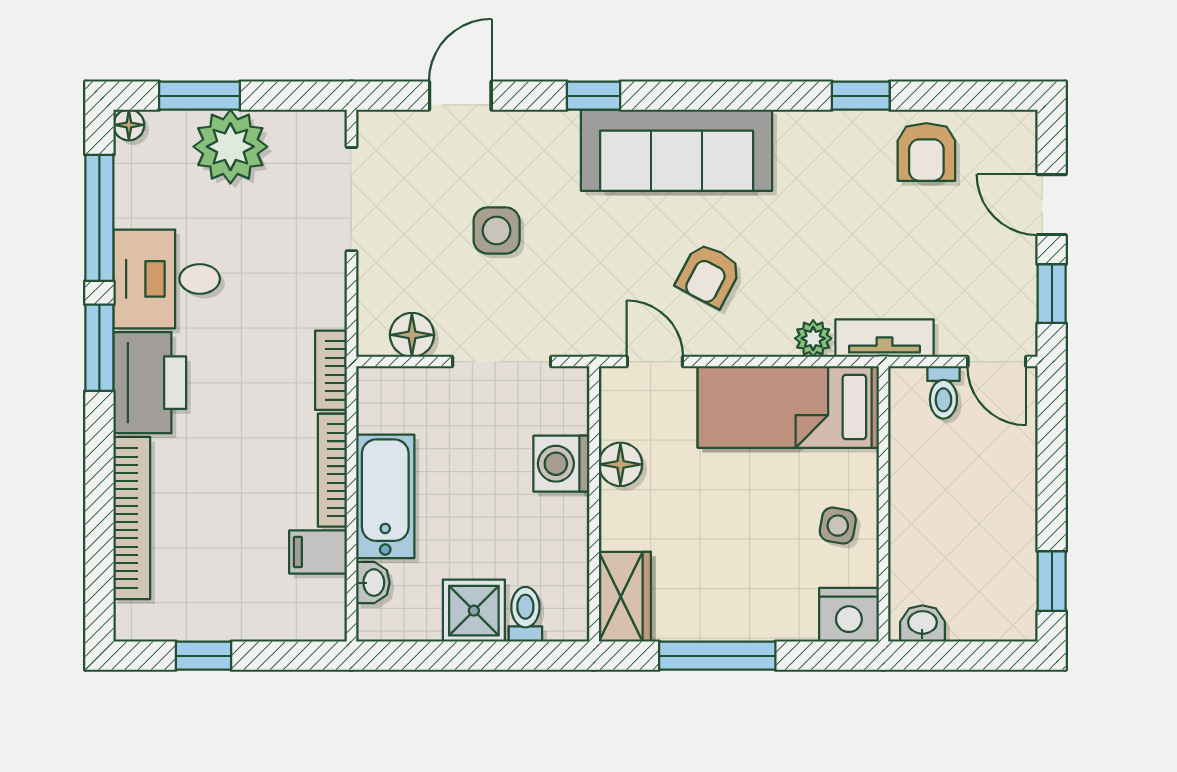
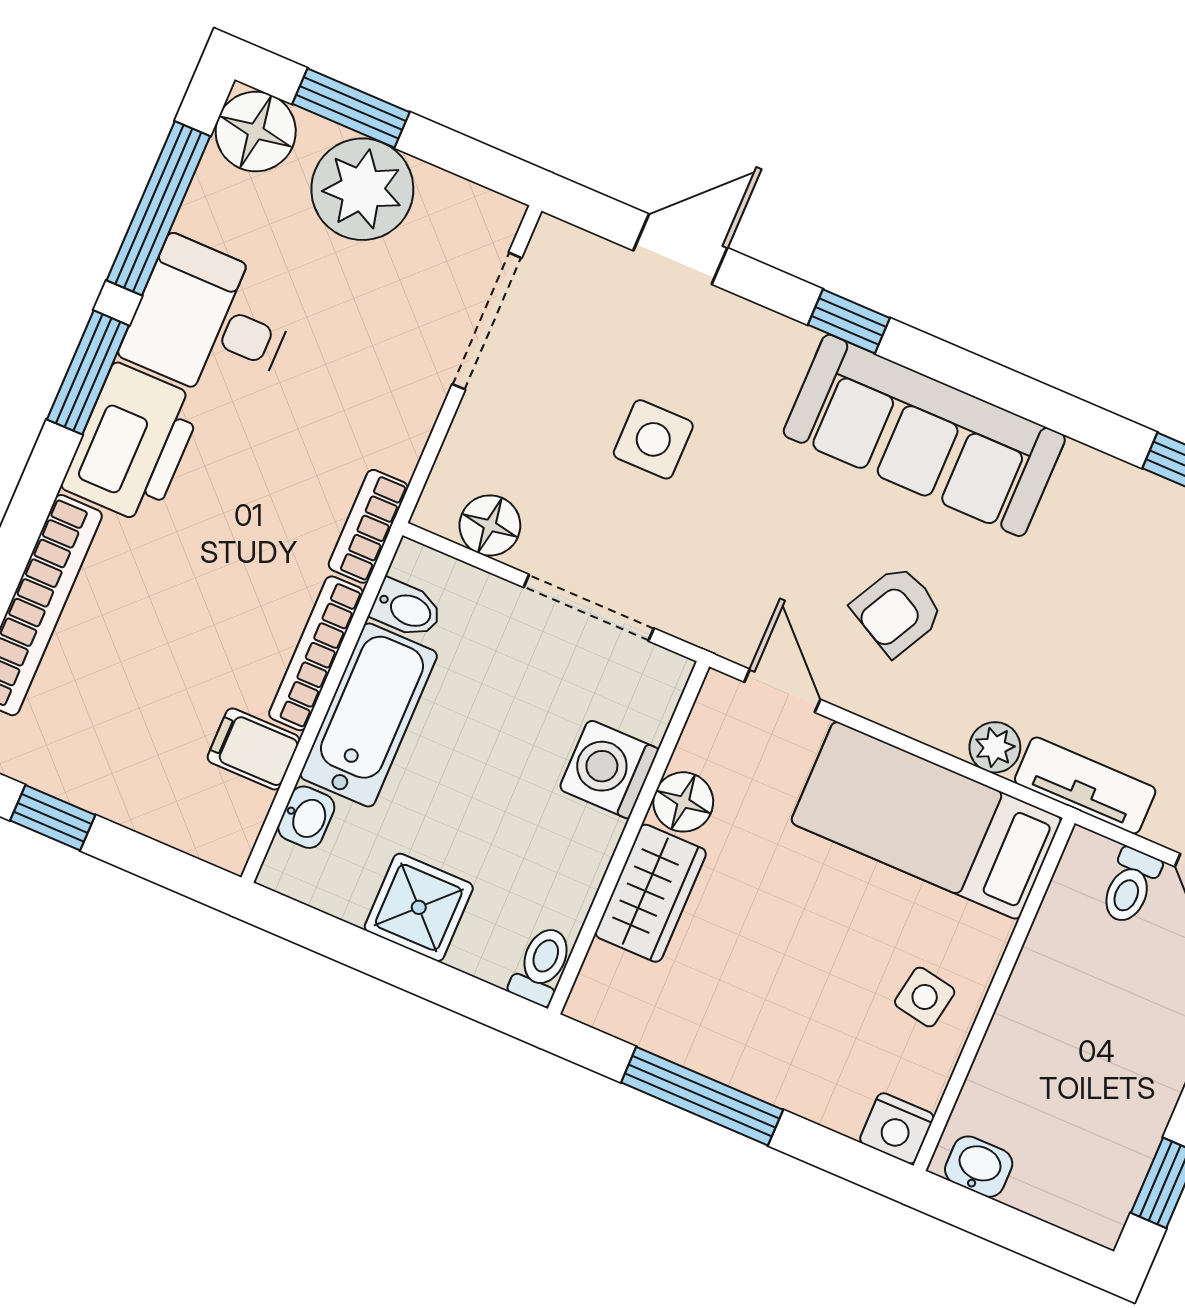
floor lamp: (129, 125) -> (256, 132), width x1.89, depth x1.89
bidet: (380, 415) -> (406, 609), added
wardrobe: (625, 597) -> (651, 893), moved
toilet: (525, 614) -> (542, 966), moved
nightstand: (849, 615) -> (897, 1128), width x0.74, depth x0.75

